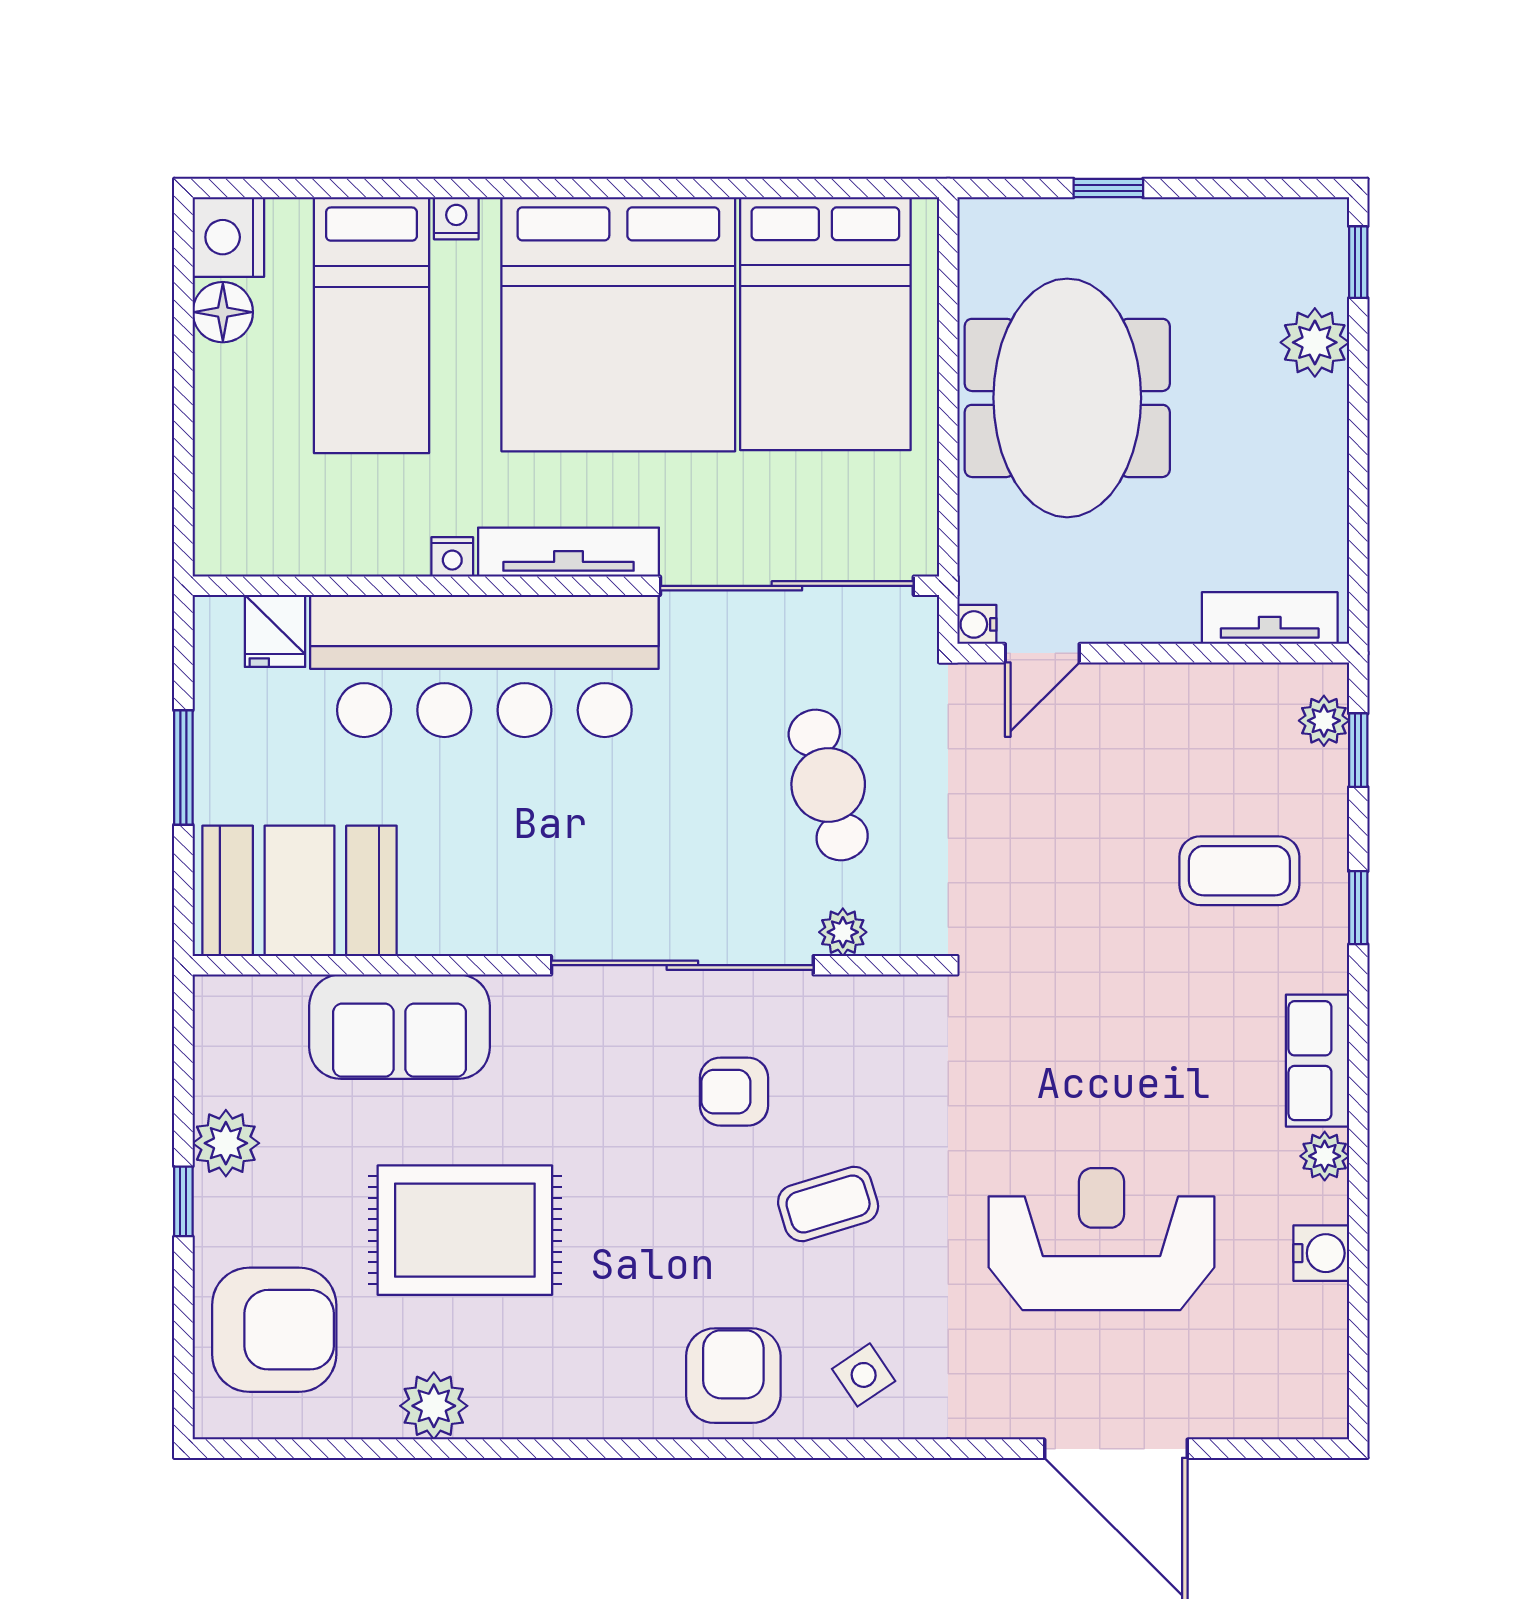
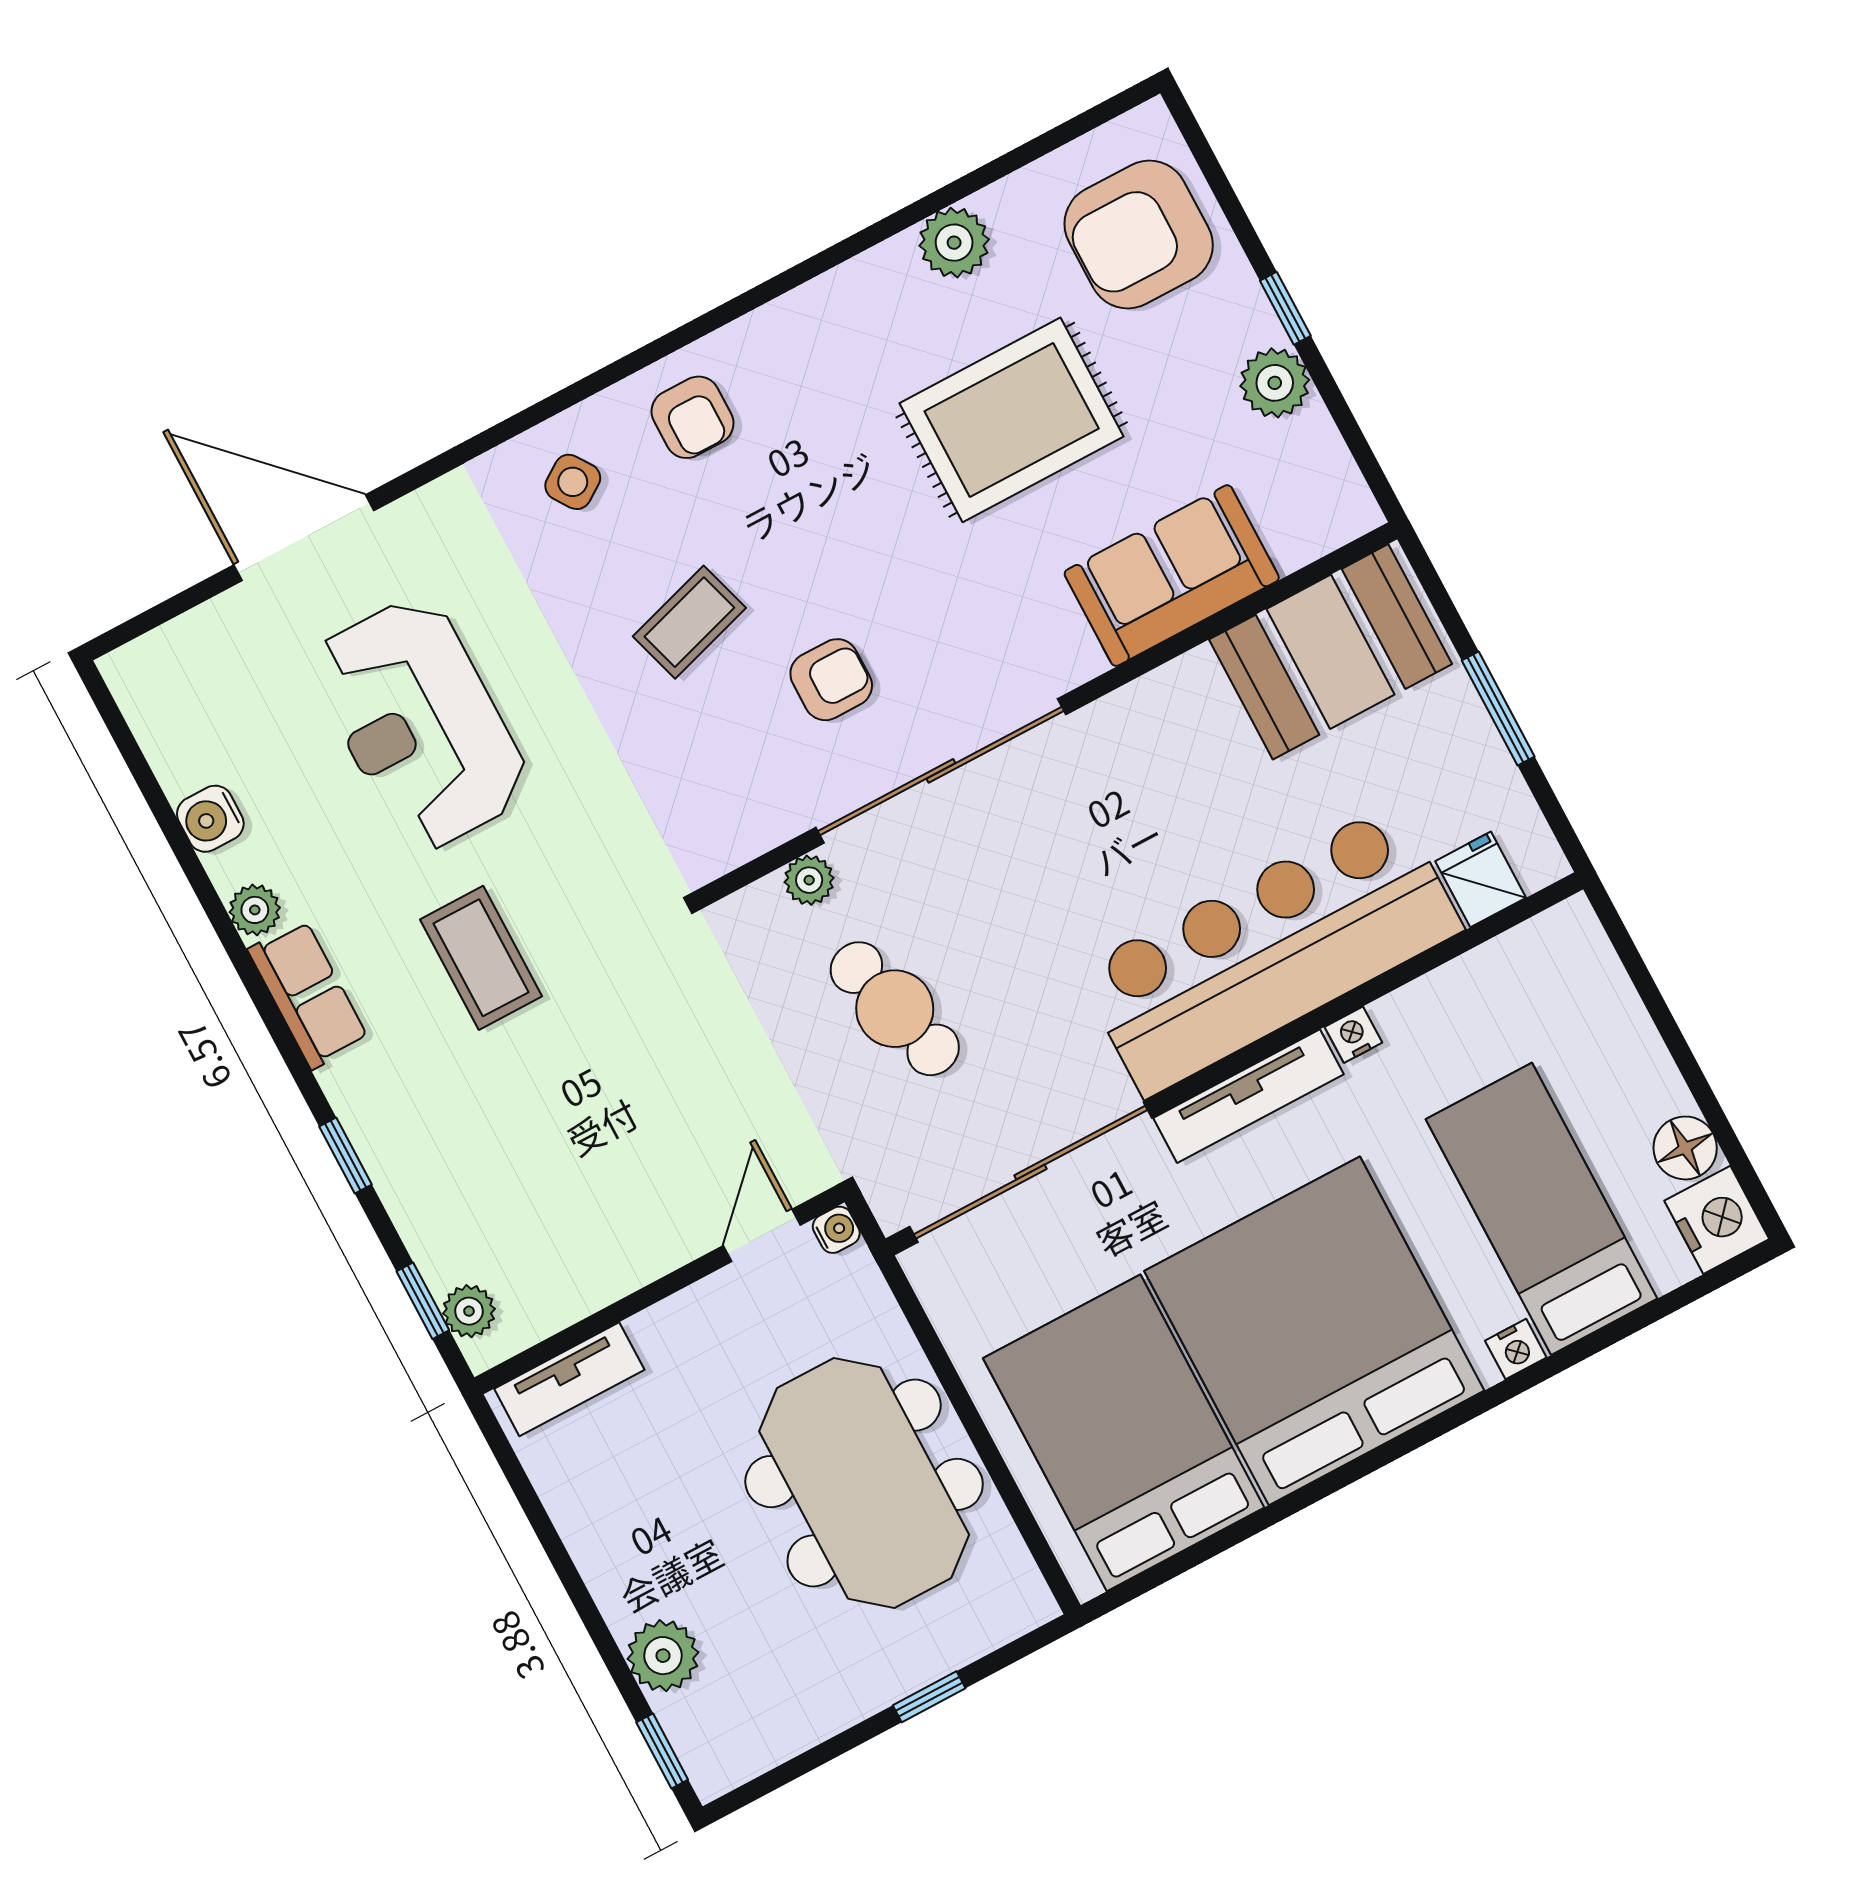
coffee table: (1239, 871) -> (481, 958), moved, turned 90
reception desk: (1101, 1239) -> (420, 724), turned 90
armchair: (733, 1376) -> (693, 417), width x0.72, depth x0.72

